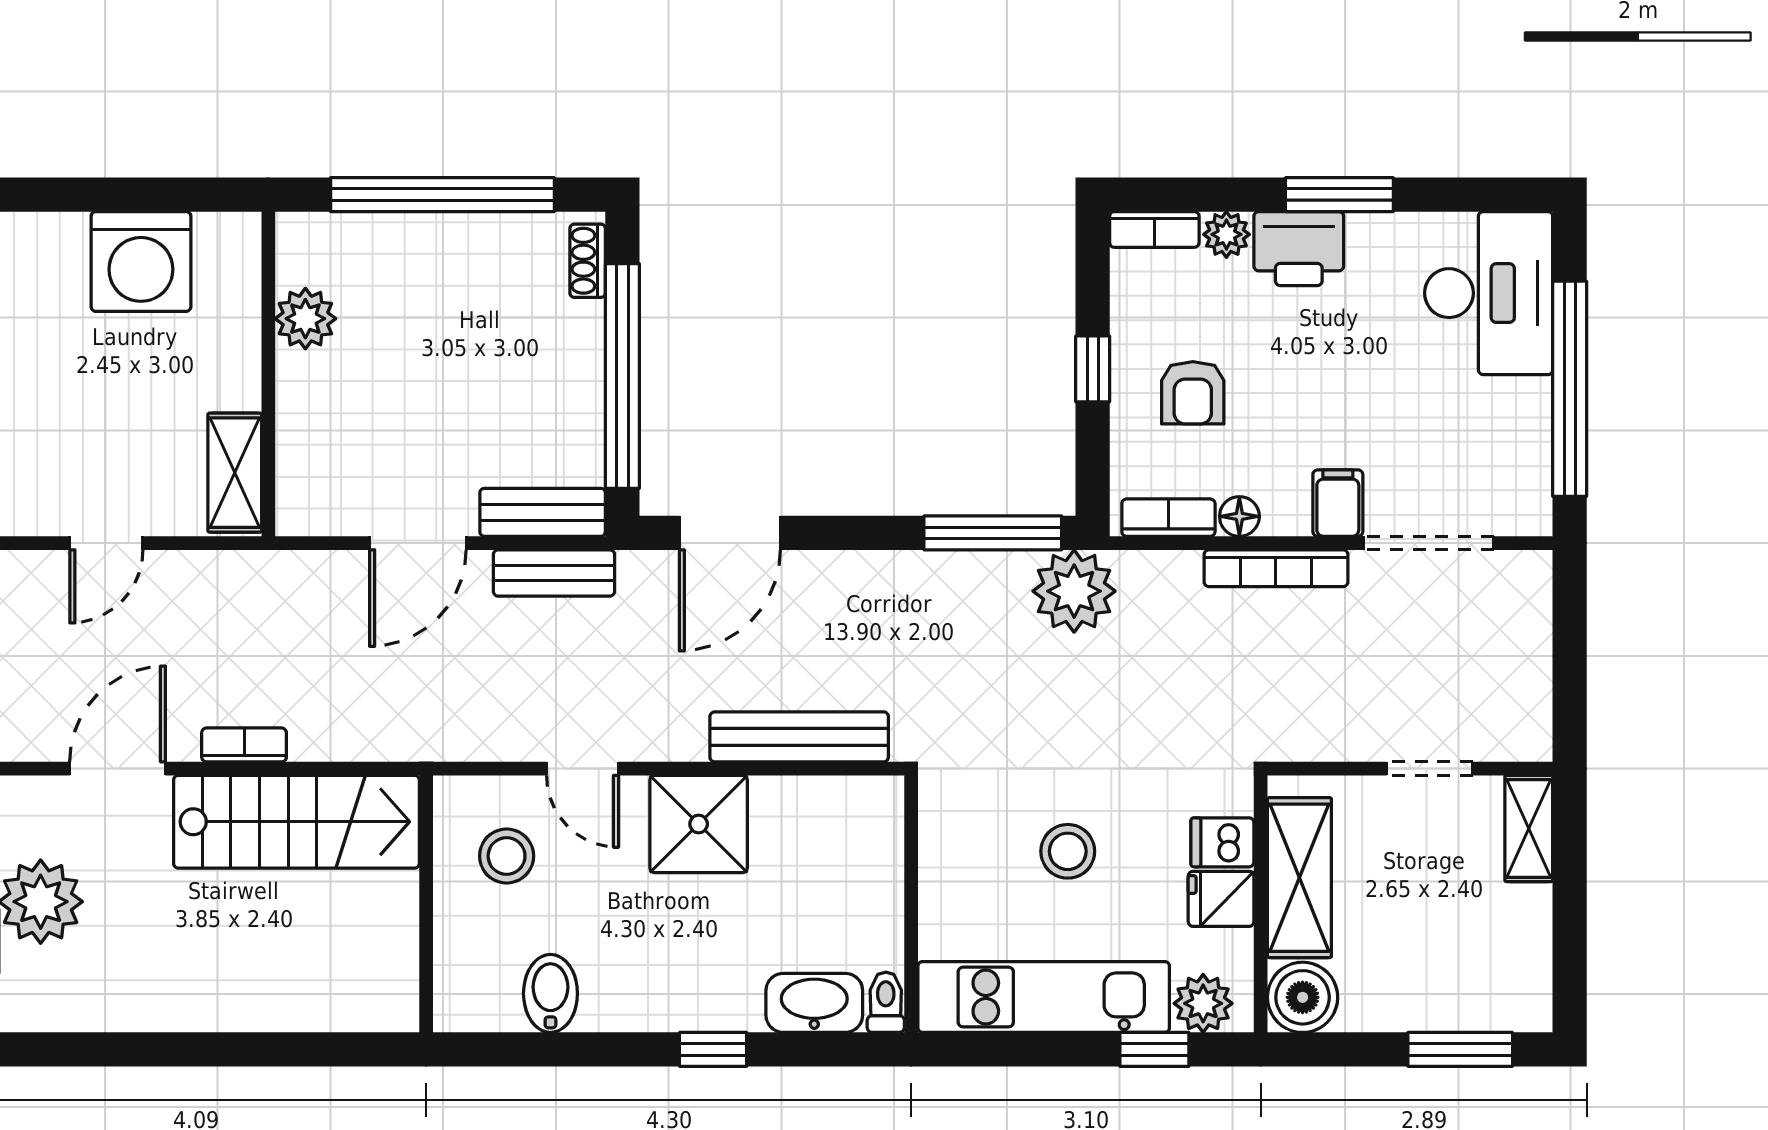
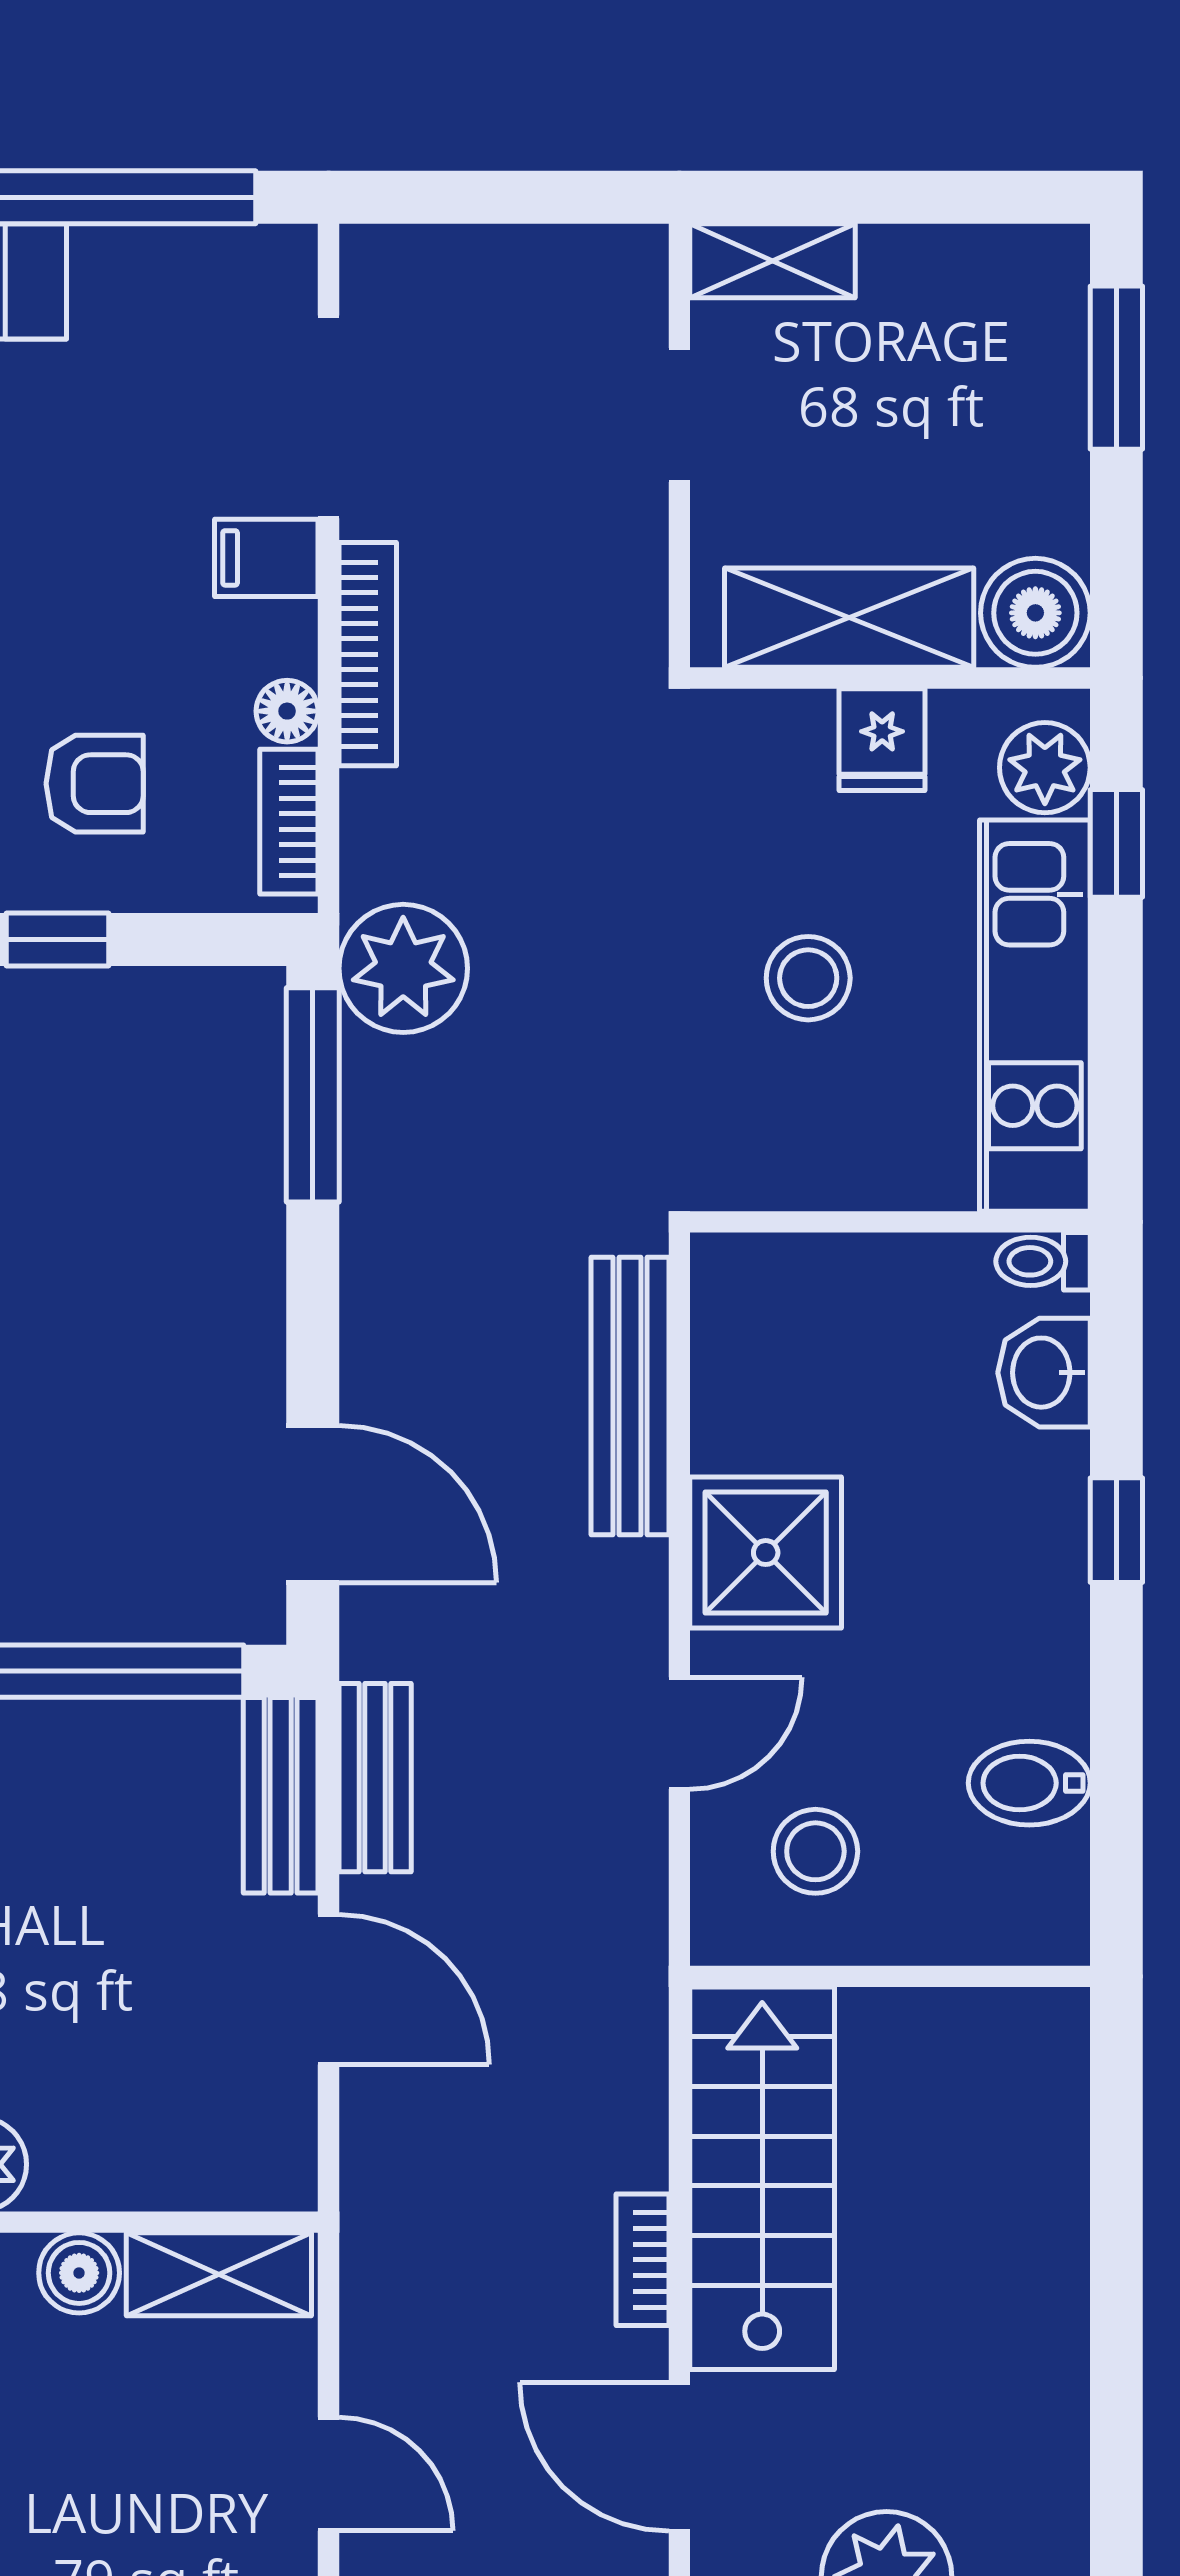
boiler: (236, 383) -> (79, 2273), added
dishwasher: (1222, 842) -> (794, 738), removed
washbasin: (814, 1003) -> (1044, 1373), width x0.72

